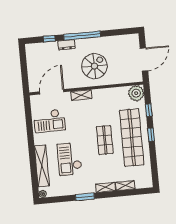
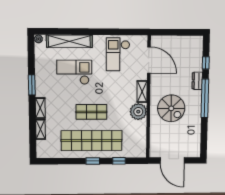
plant: (136, 93) -> (138, 112), moved

